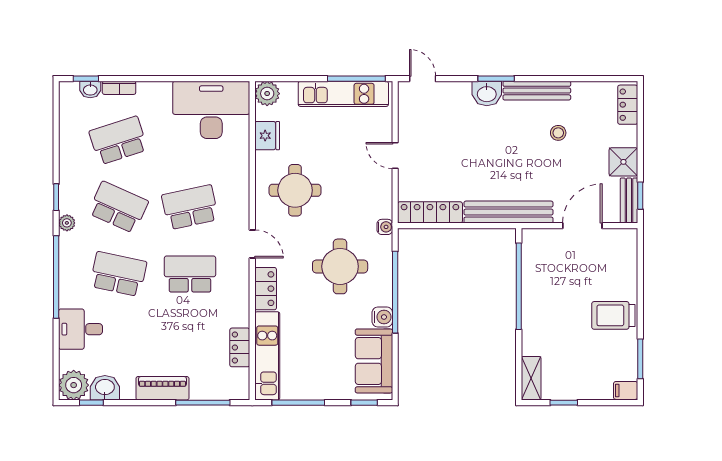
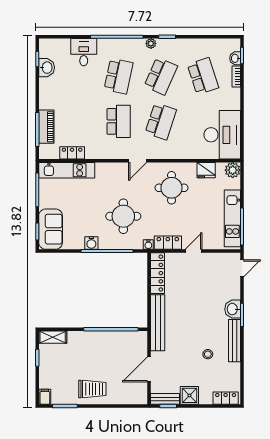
school desk: (190, 207) -> (161, 121), turned 30
door: (582, 226) -> (149, 369), swing flipped
locker: (266, 289) -> (168, 243), moved, turned 180
trolley: (613, 315) -> (92, 389), turned 90
sofa: (374, 361) -> (51, 229), moved, turned 90
plant: (74, 385) -> (48, 48), removed
piano: (162, 388) -> (46, 127), moved

